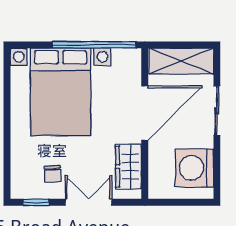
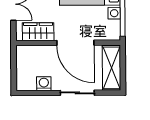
washing machine: (194, 168) -> (44, 84), width x0.53, depth x0.53

